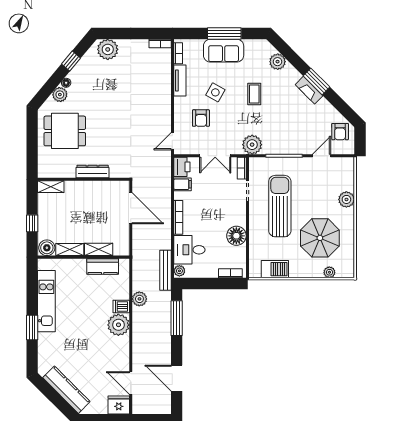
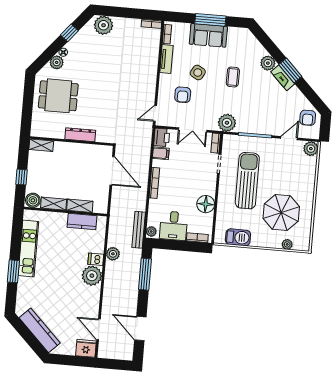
plant: (278, 62) -> (268, 63), moved
plant: (346, 199) -> (311, 149), moved
desk: (189, 250) -> (174, 226), moved, turned -90

